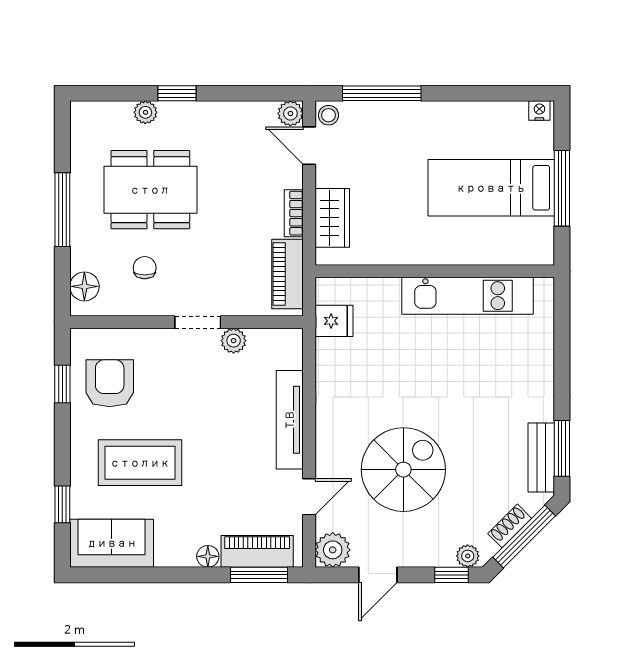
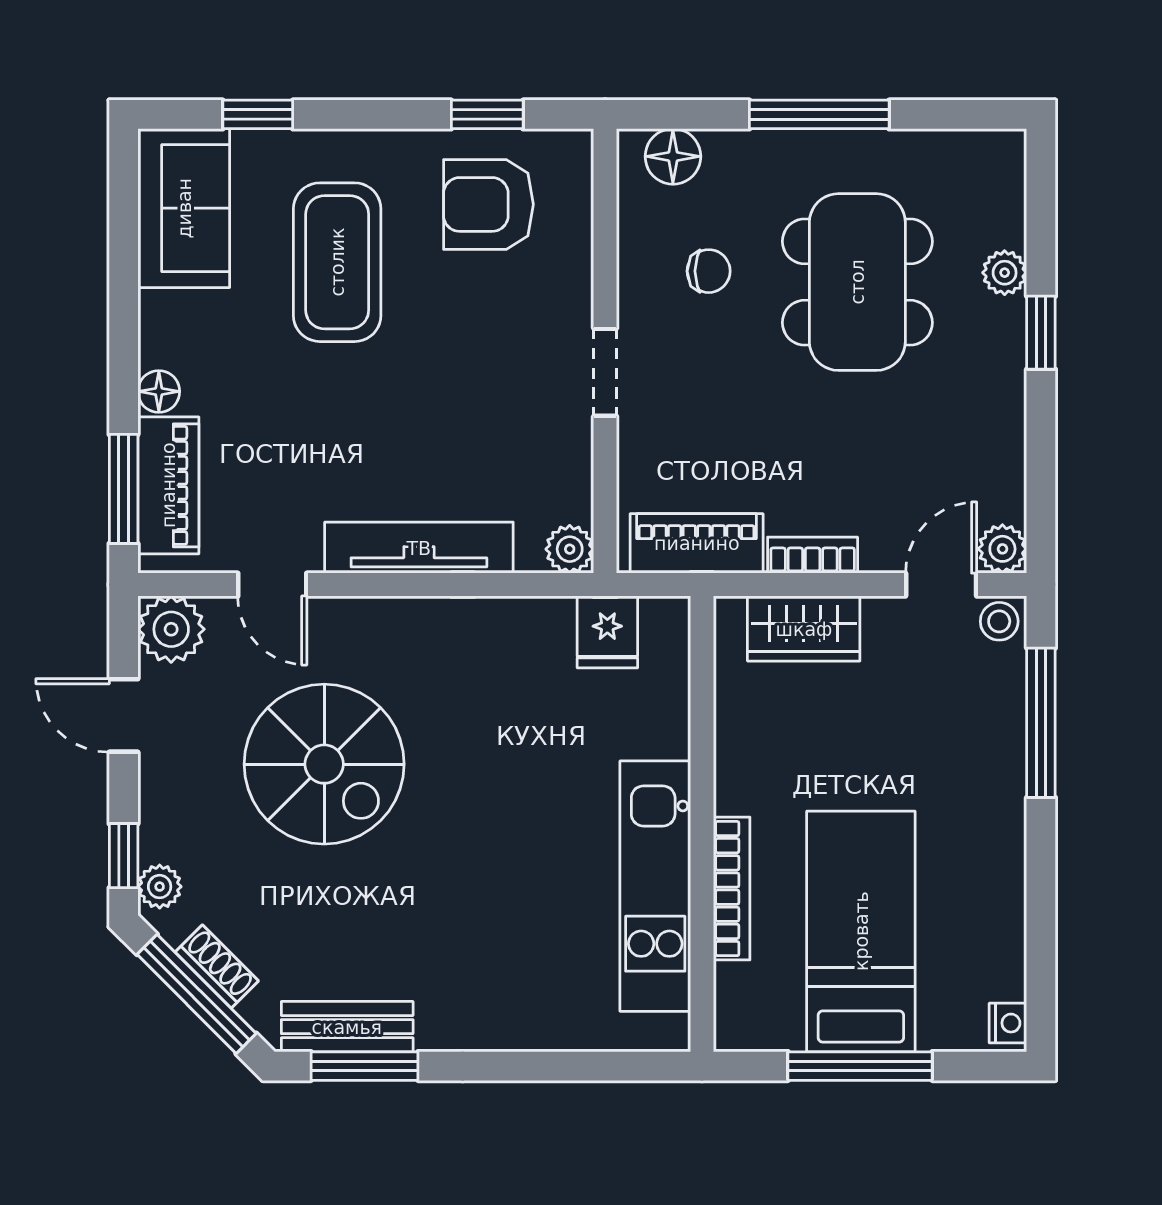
bookcase: (469, 256) -> (732, 889), added
plant: (234, 341) -> (570, 549), moved
armchair: (110, 383) -> (488, 204), turned 180

